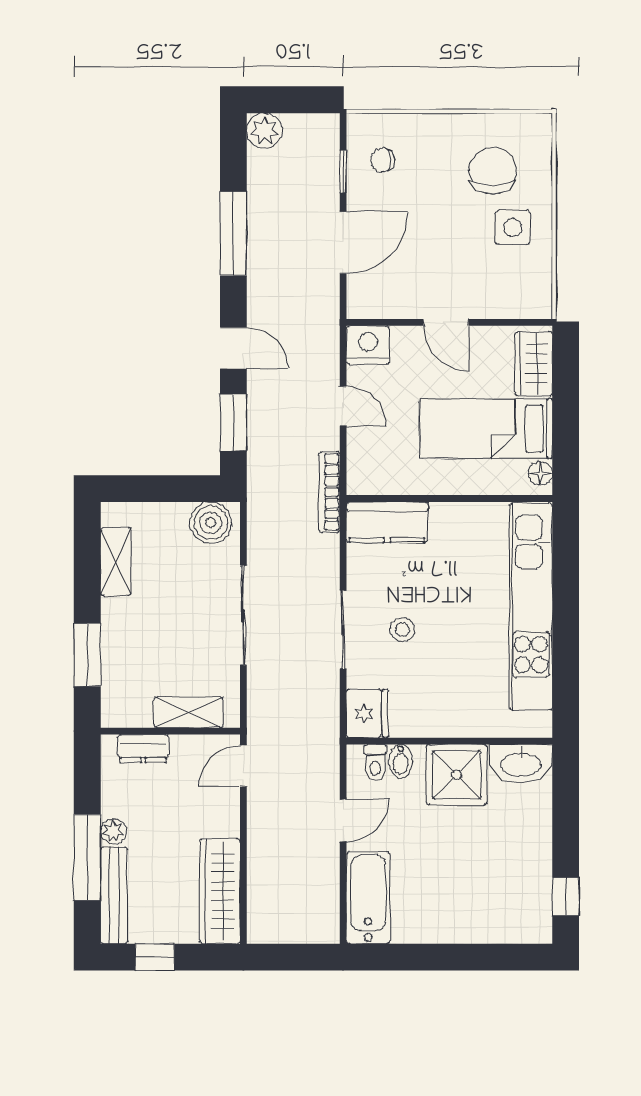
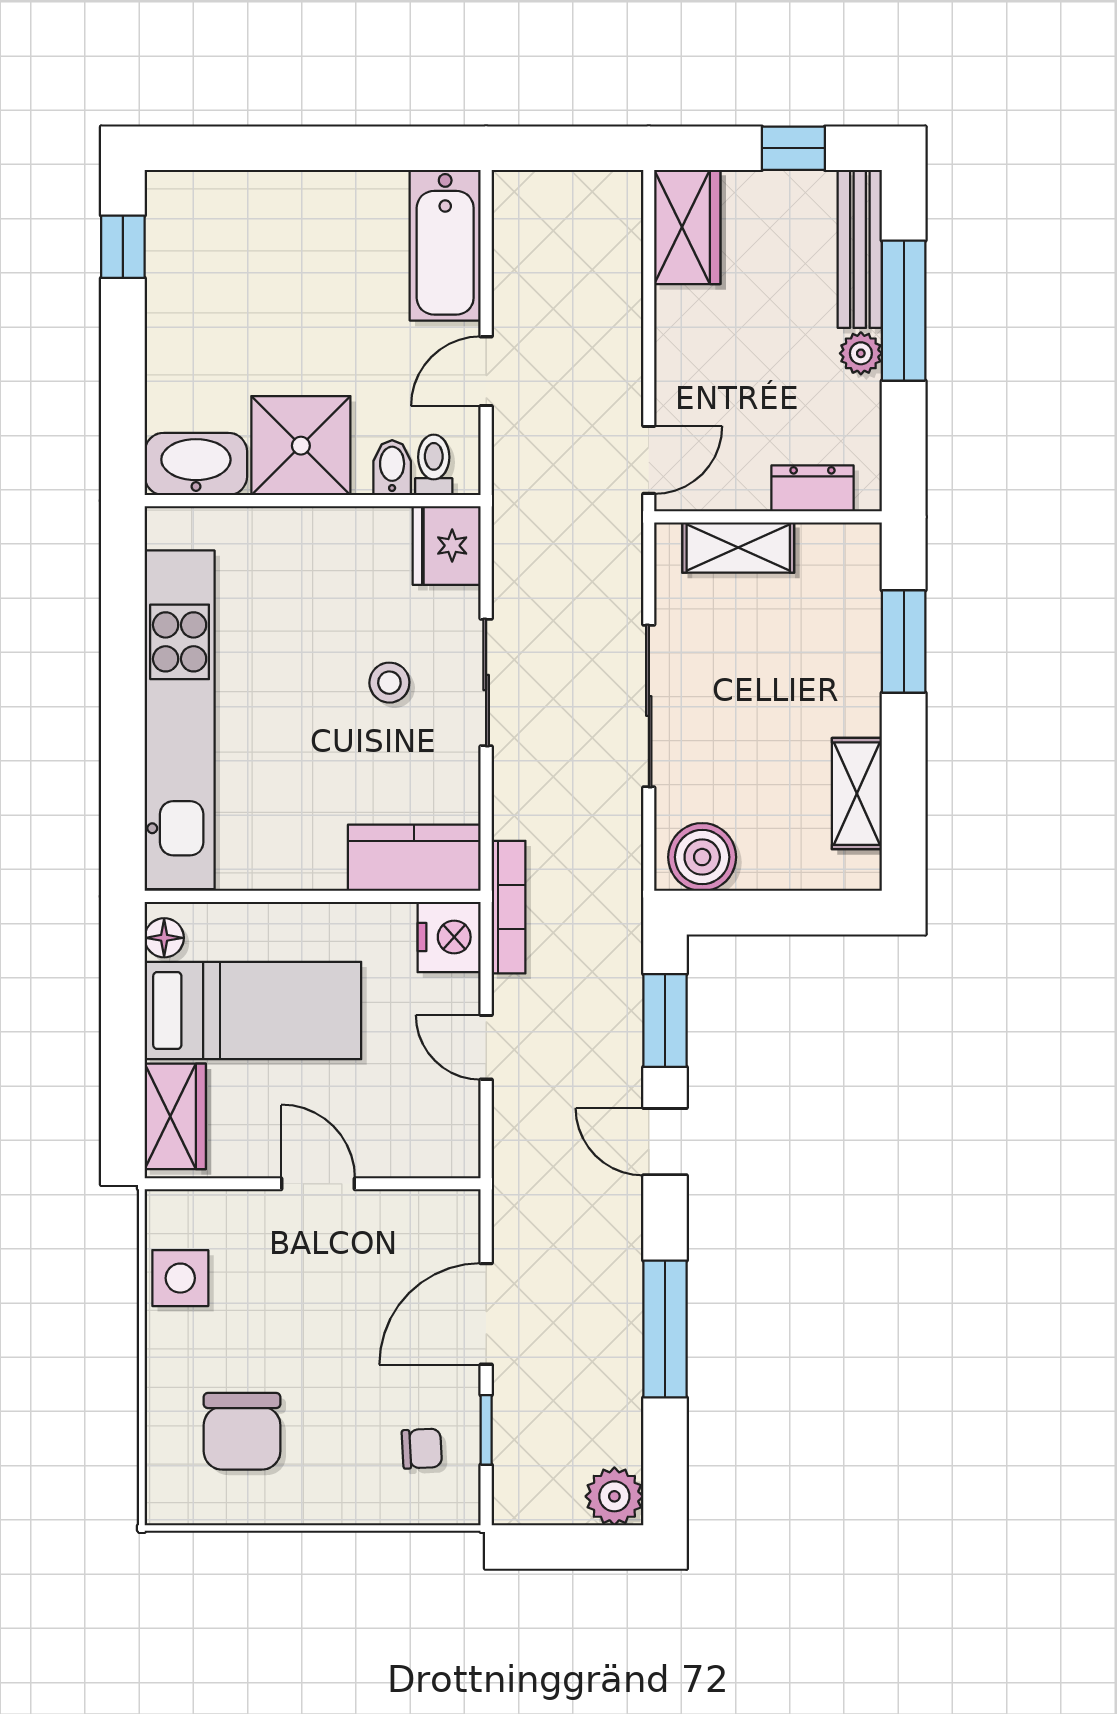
side table: (513, 228) -> (180, 1278), moved
nightstand: (368, 345) -> (449, 937), moved, turned -90
wardrobe: (220, 891) -> (687, 227), width x0.67

